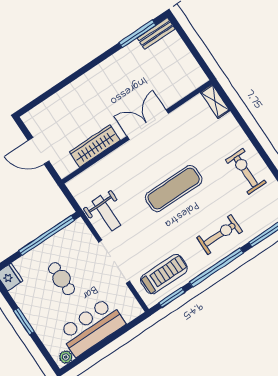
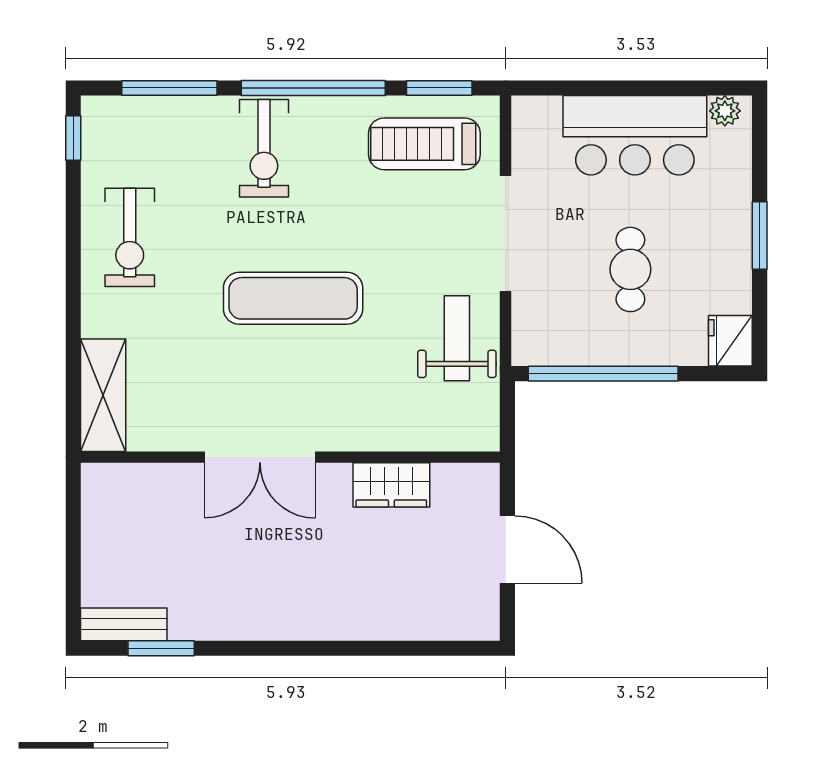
window: (137, 34) -> (161, 648), width x0.69
shelving: (215, 101) -> (103, 395), width x1.50, depth x1.33
wardrobe: (95, 146) -> (391, 485), width x0.67
exercise bike: (219, 235) -> (264, 148), turned -90

